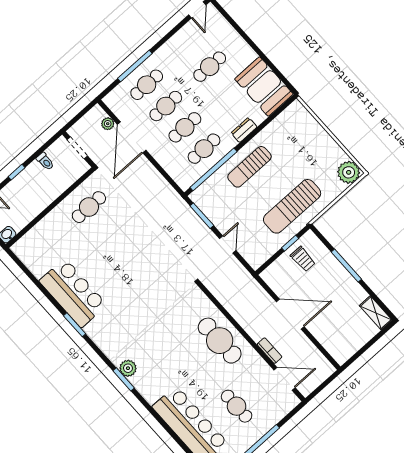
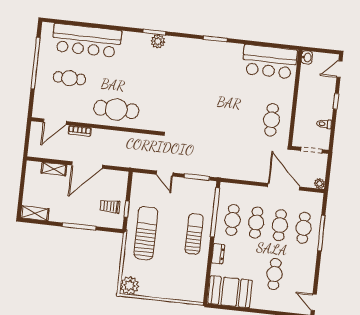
plant: (108, 124) -> (320, 183), moved
bar counter: (73, 293) -> (269, 62), moved
shelving: (323, 337) -> (54, 169), added

